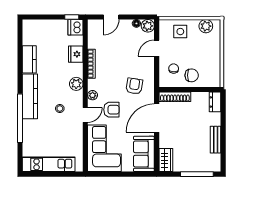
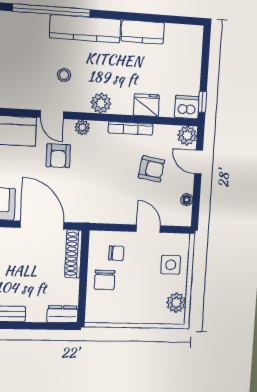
plant: (148, 26) -> (187, 136), moved
armchair: (134, 86) -> (151, 169), moved

